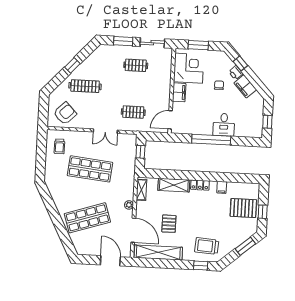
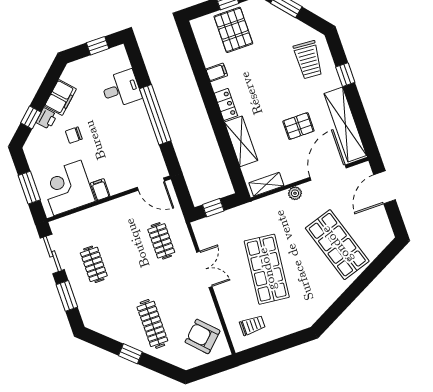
filing cabinet: (179, 92) -> (100, 190), width x0.50
desk: (224, 125) -> (121, 89), moved
window: (201, 266) -> (345, 75), moved

